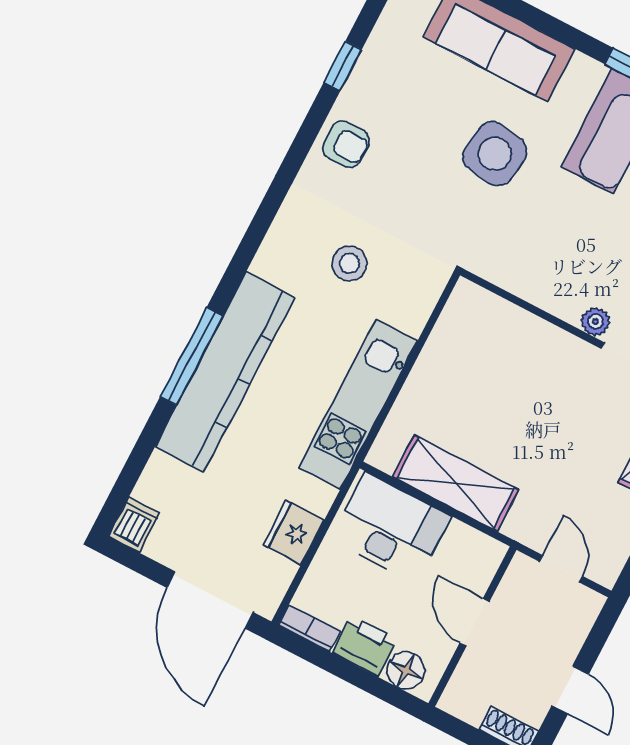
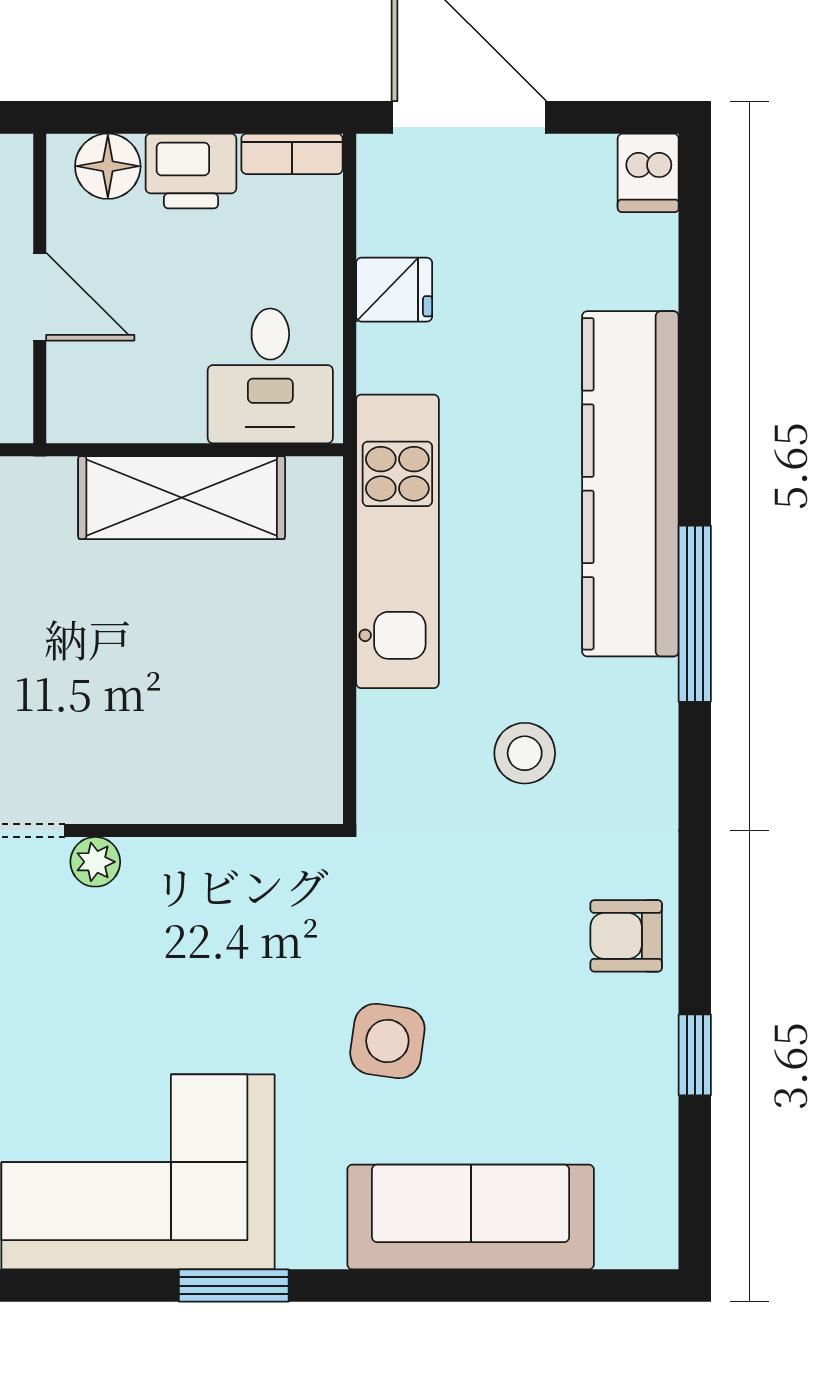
side table: (495, 154) -> (387, 1041), width x0.73, depth x0.73
window: (192, 356) -> (695, 614), moved
desk: (391, 528) -> (270, 376), width x0.73
fridge: (293, 533) -> (394, 290), width x0.72

